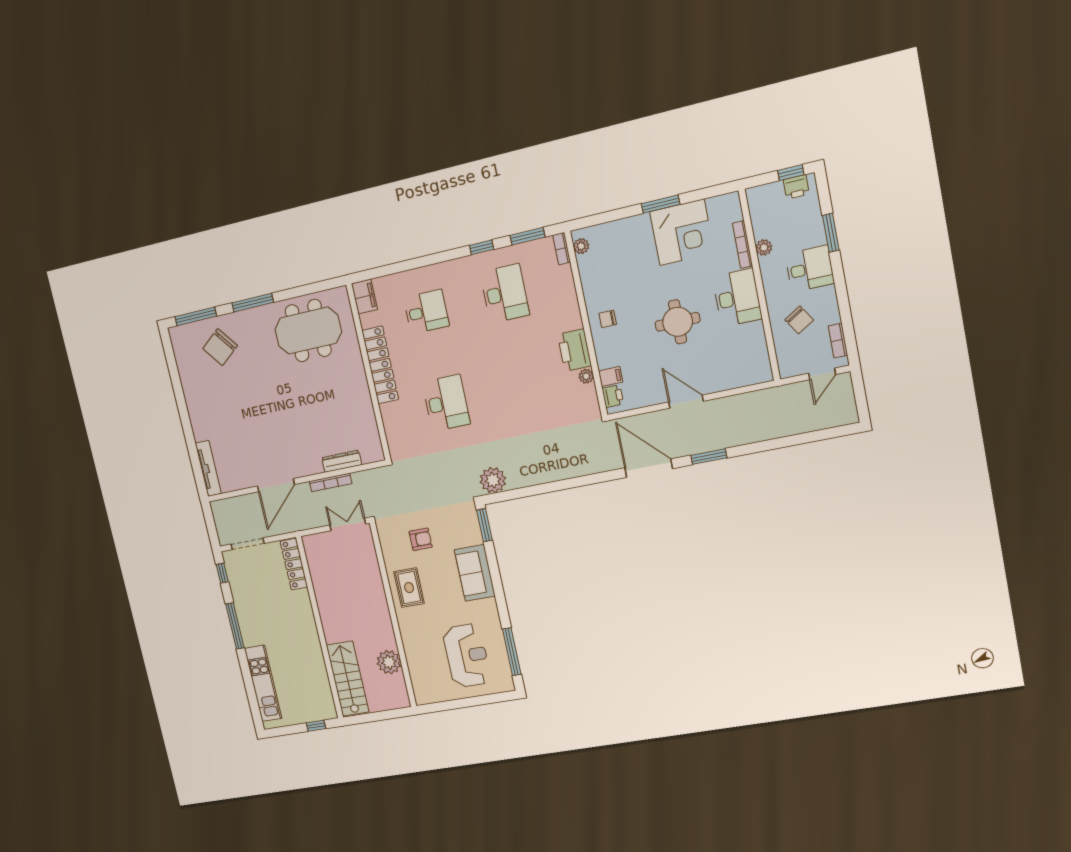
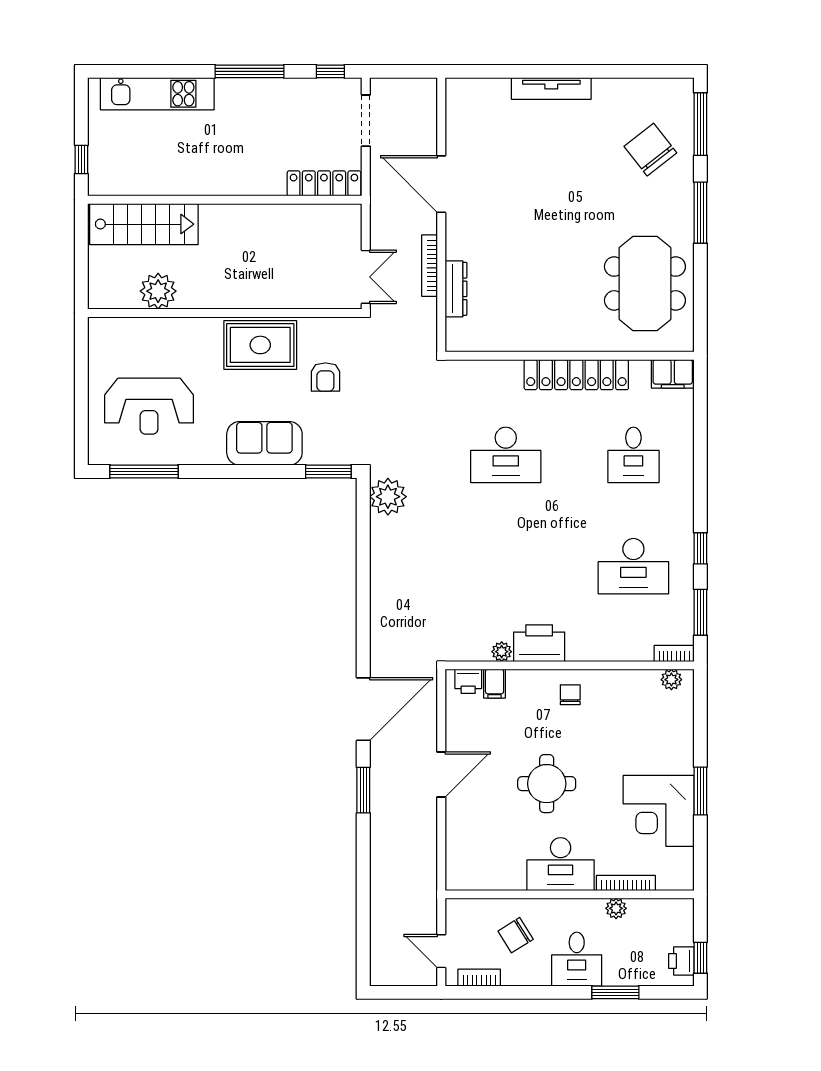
tv unit: (208, 468) -> (551, 89), moved
rug: (409, 588) -> (260, 345), width x1.36, depth x1.43

